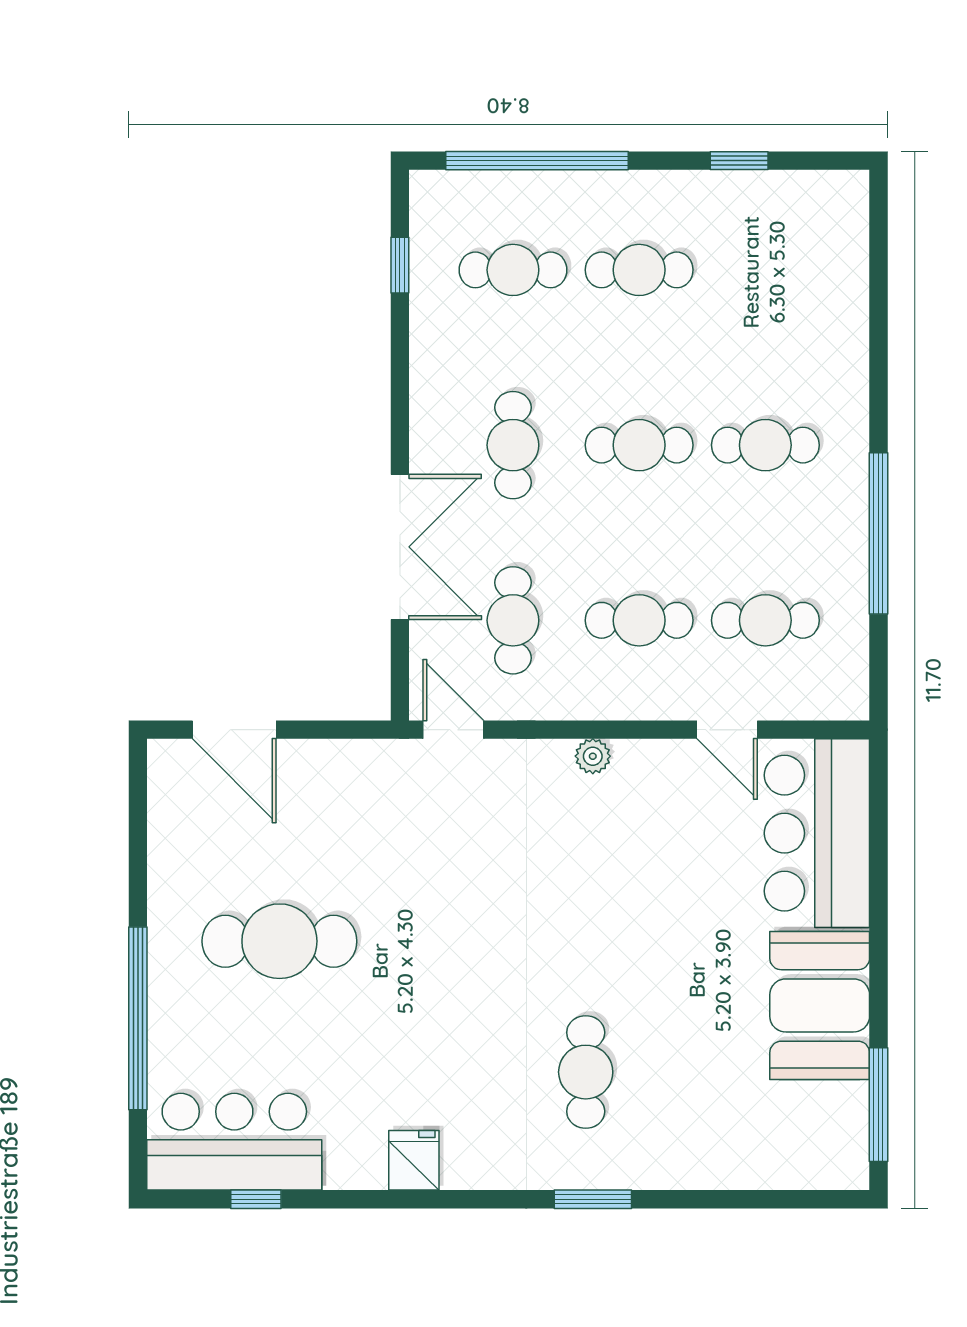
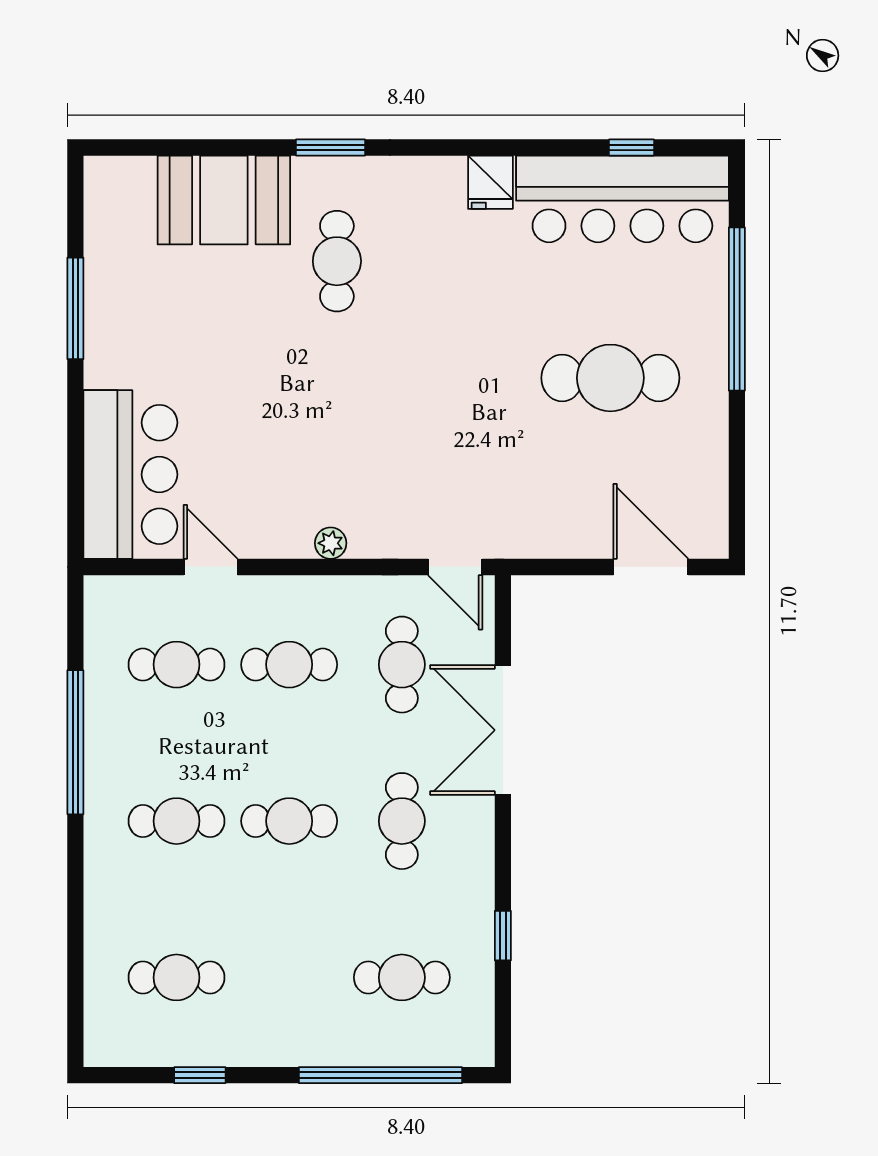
window: (400, 265) -> (503, 936), moved
cafe table: (639, 270) -> (176, 977), moved
booth: (820, 1005) -> (224, 200), moved, turned 90
window: (878, 1105) -> (75, 308), moved
bar counter: (234, 1142) -> (622, 199), width x1.36

